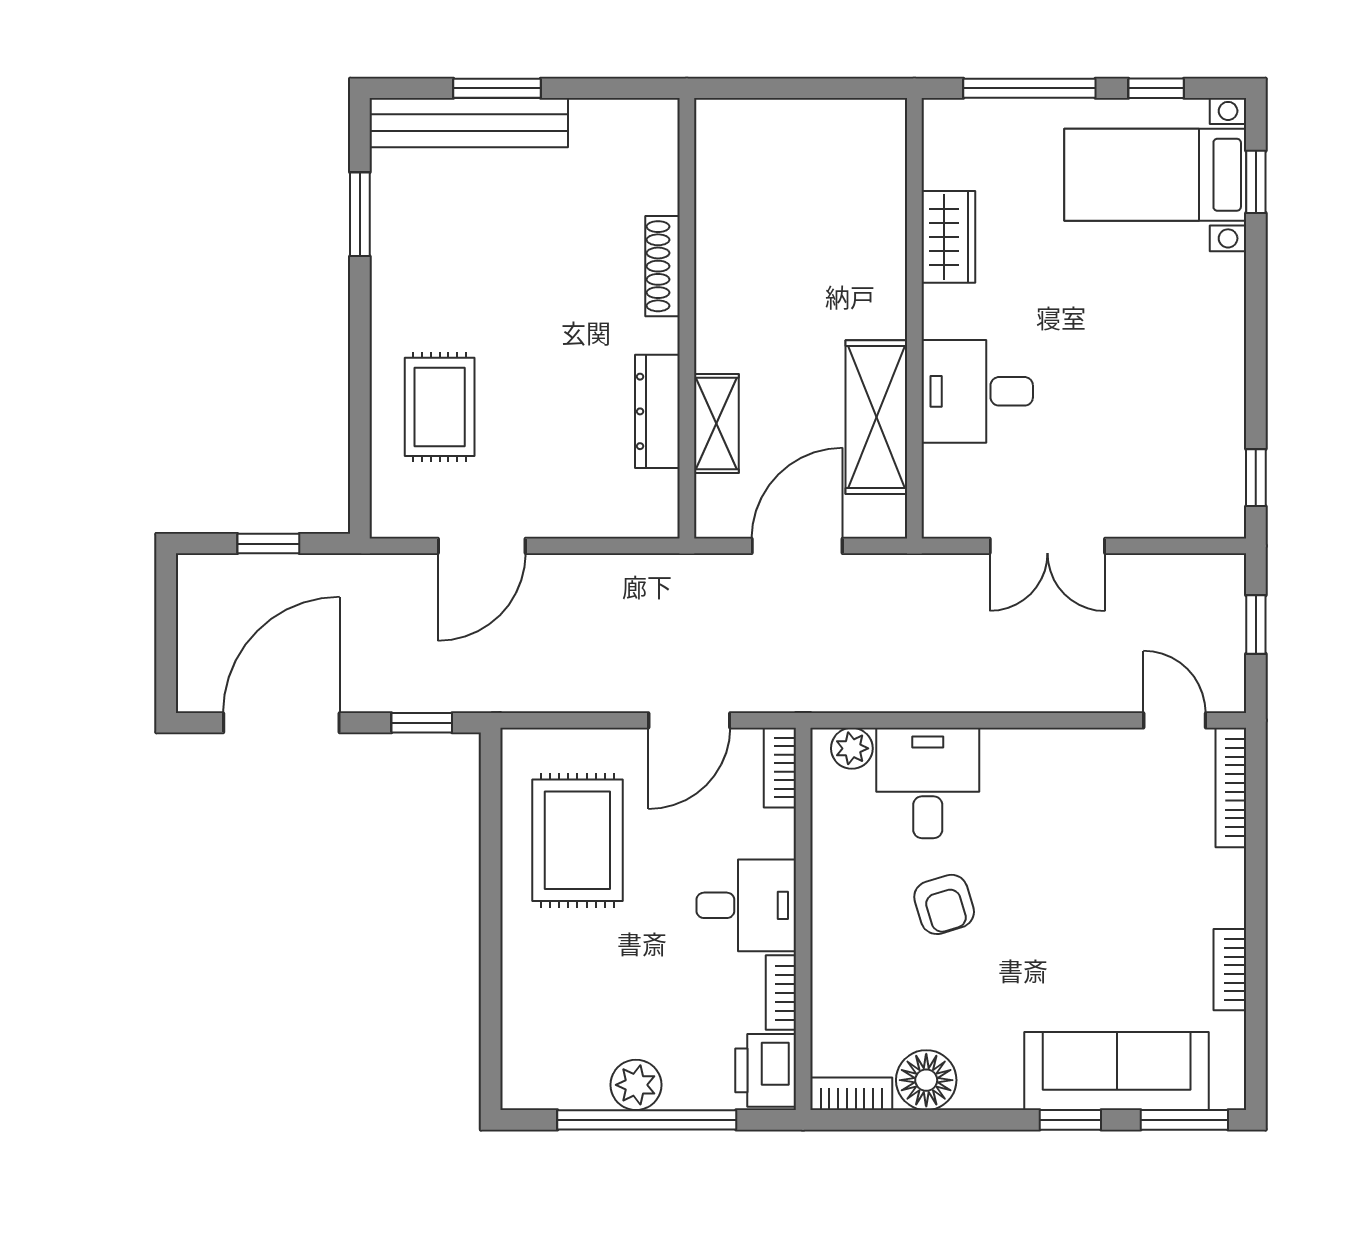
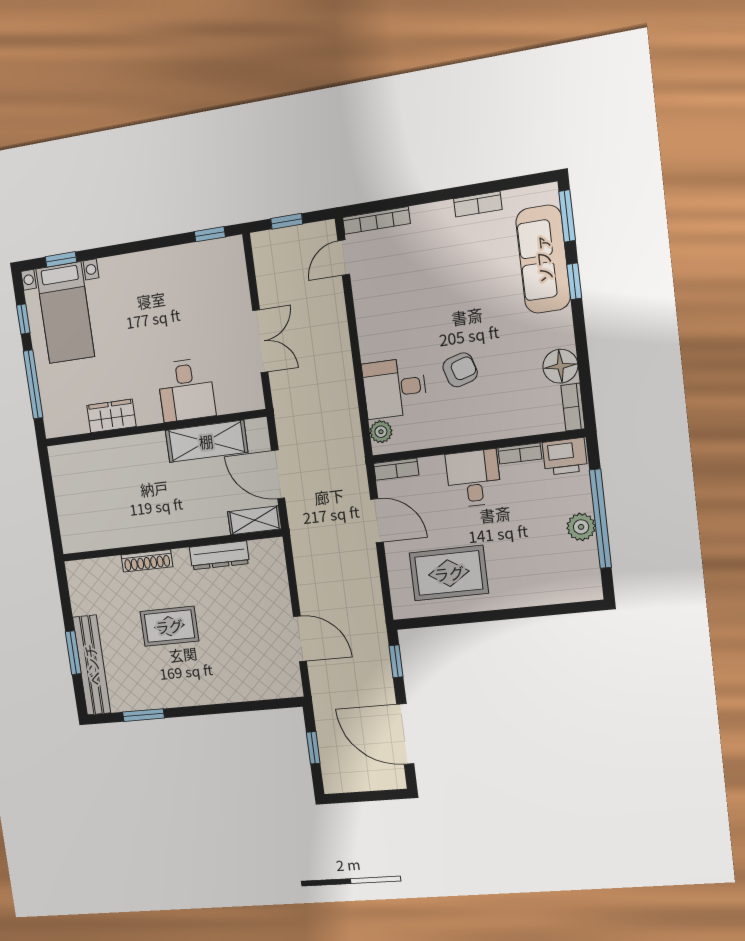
rug: (440, 407) -> (169, 626), moved
shelving: (716, 424) -> (255, 520), moved

